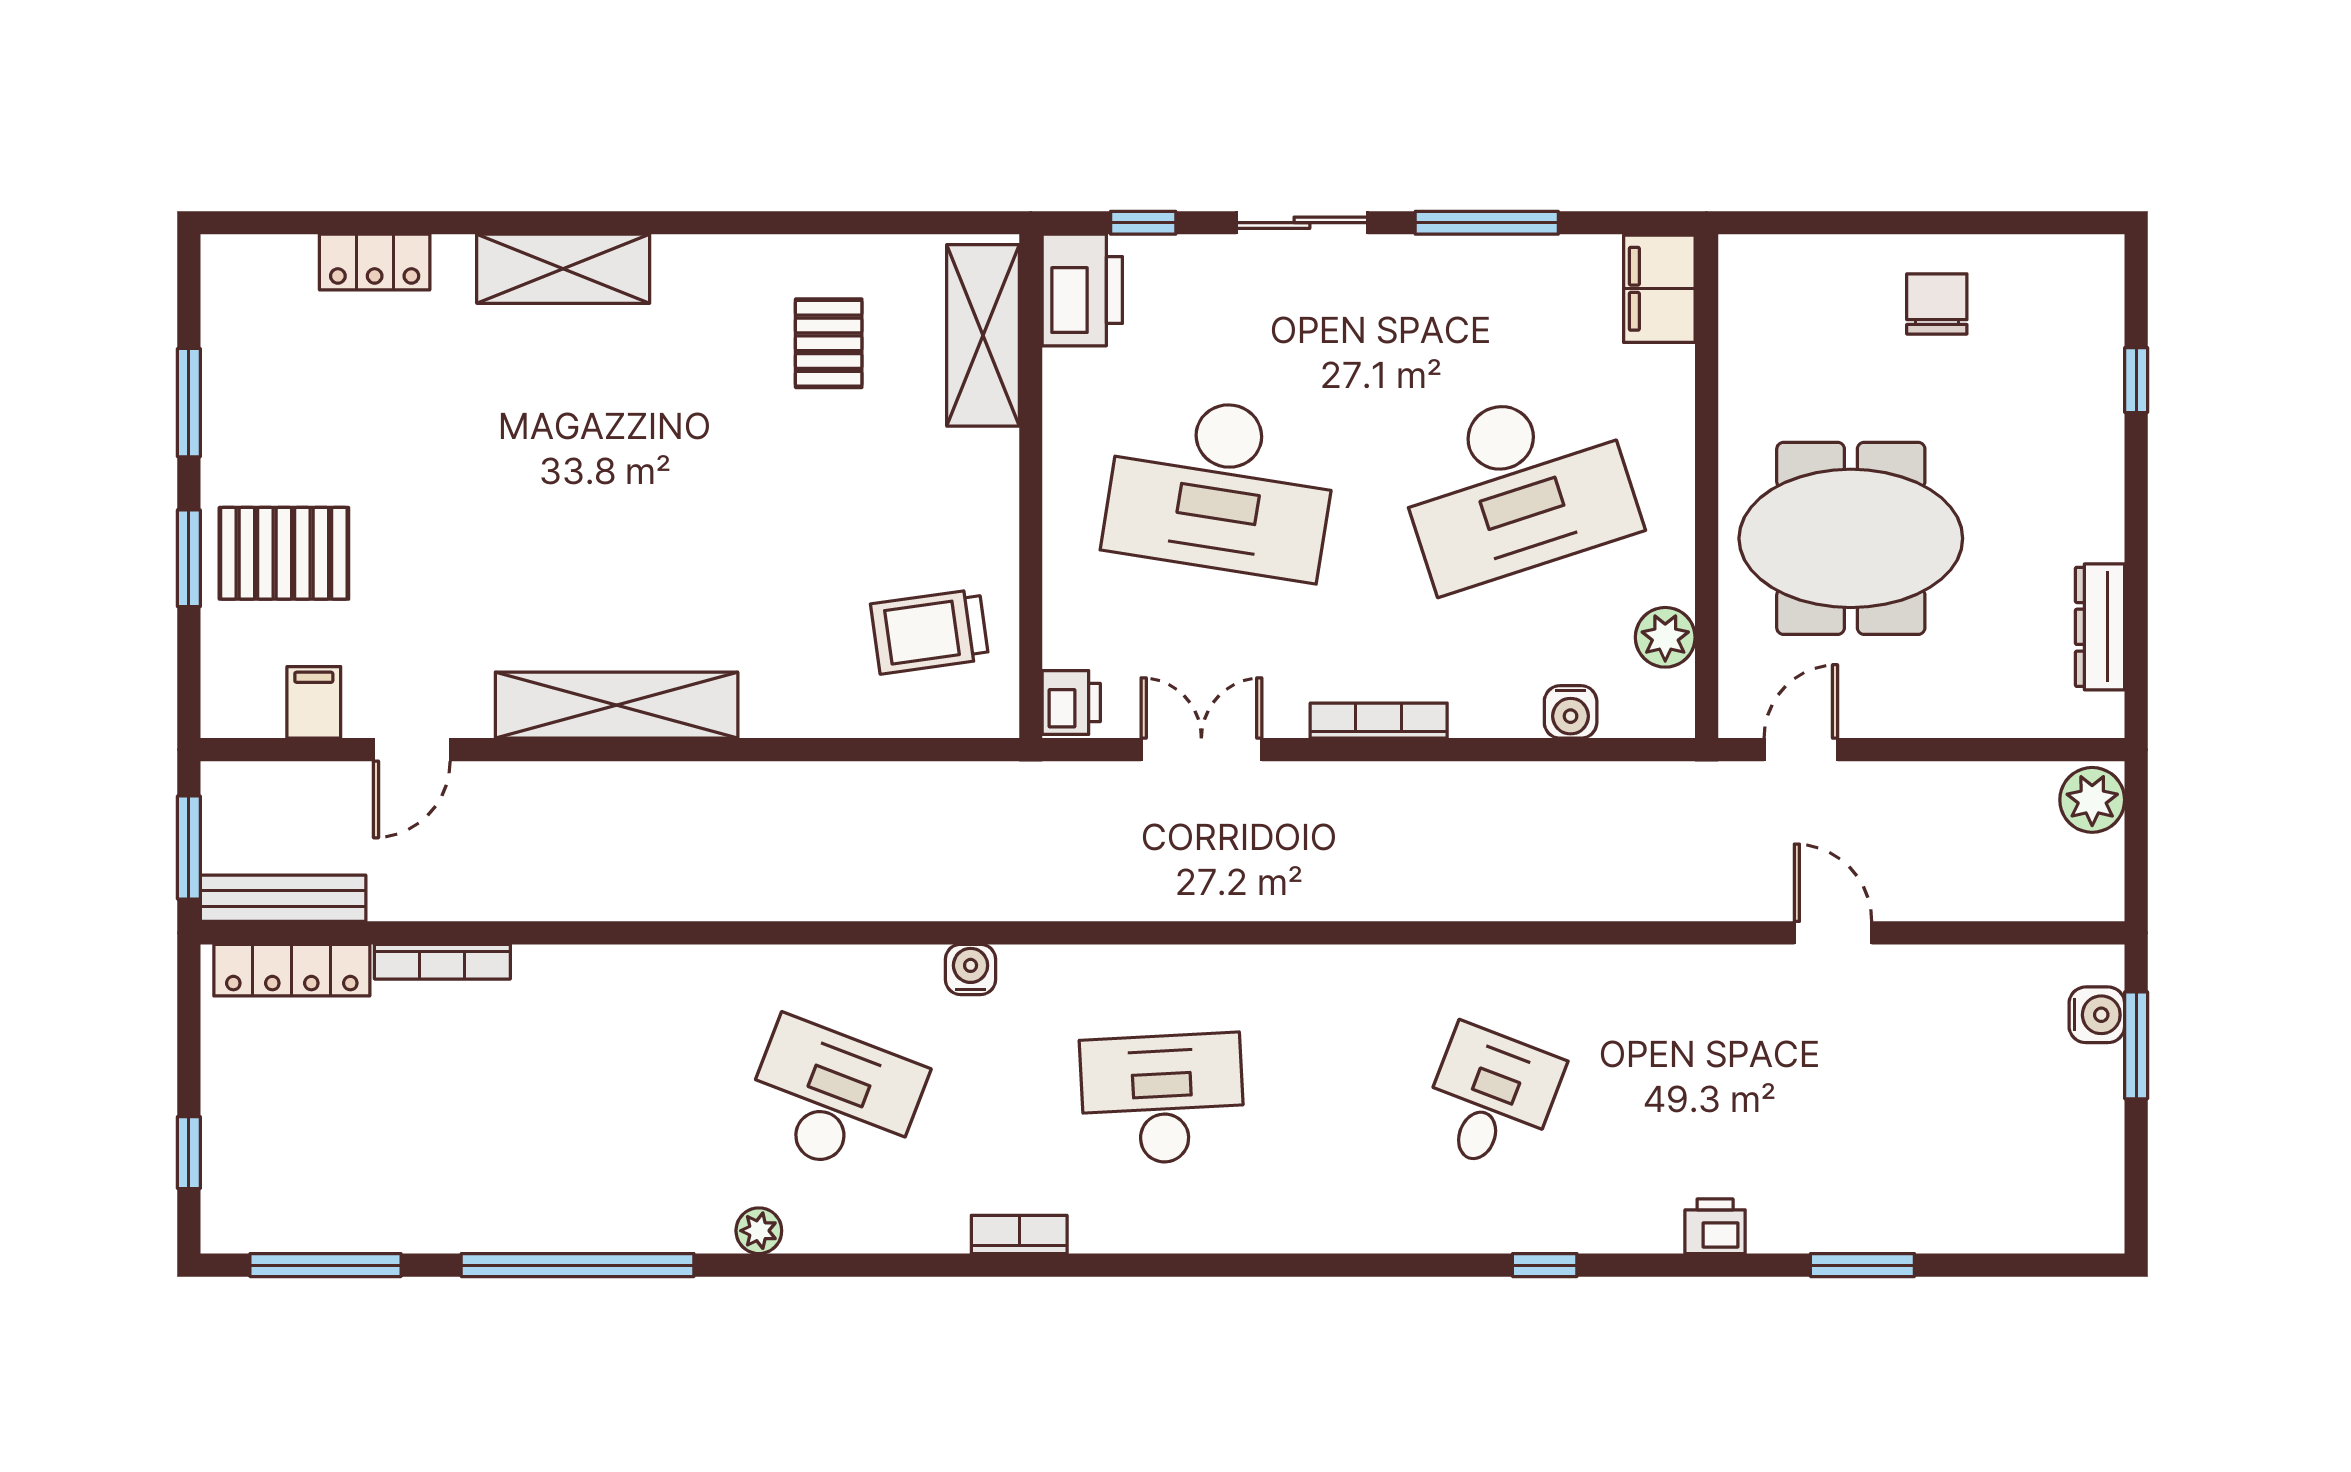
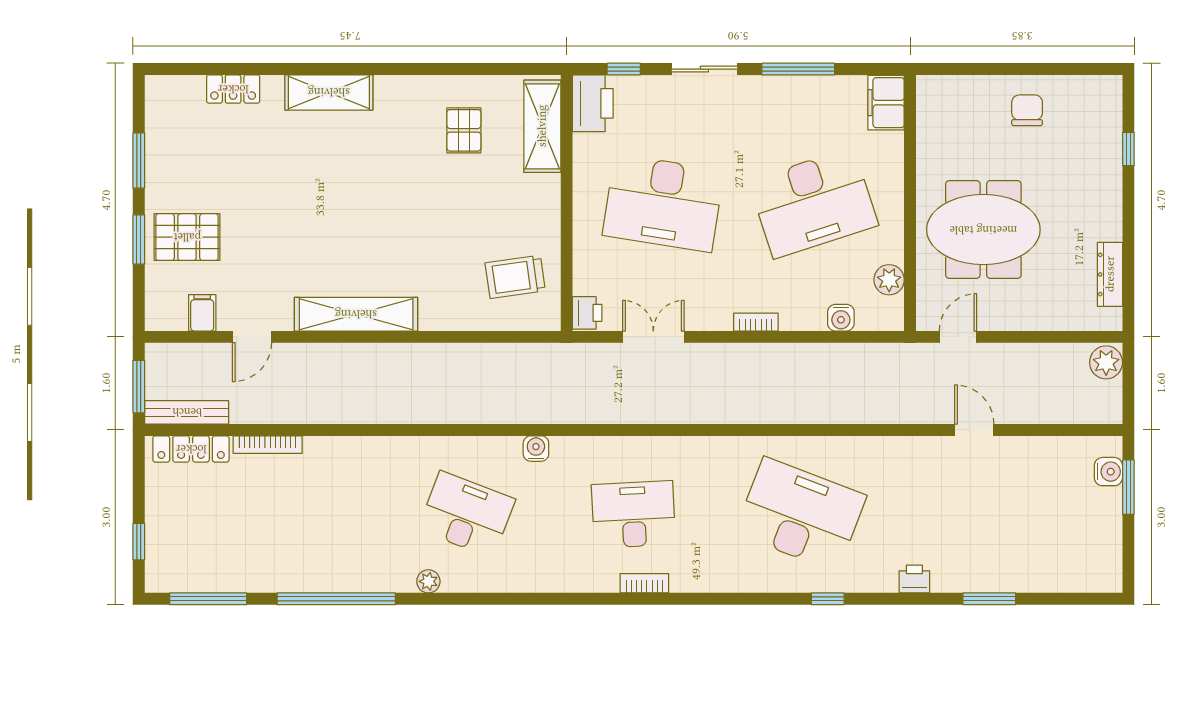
bookcase: (1379, 721) -> (756, 322), width x0.64
desk: (1491, 1099) -> (801, 514), width x1.87, depth x1.30
bookcase: (1019, 1234) -> (644, 583), moved

